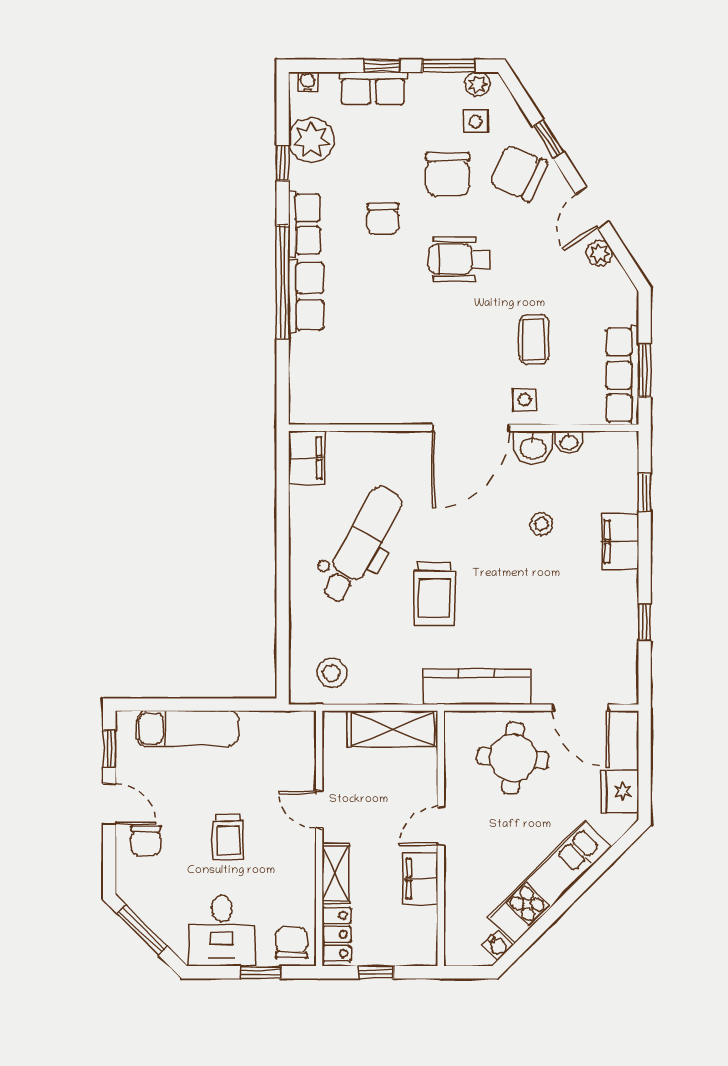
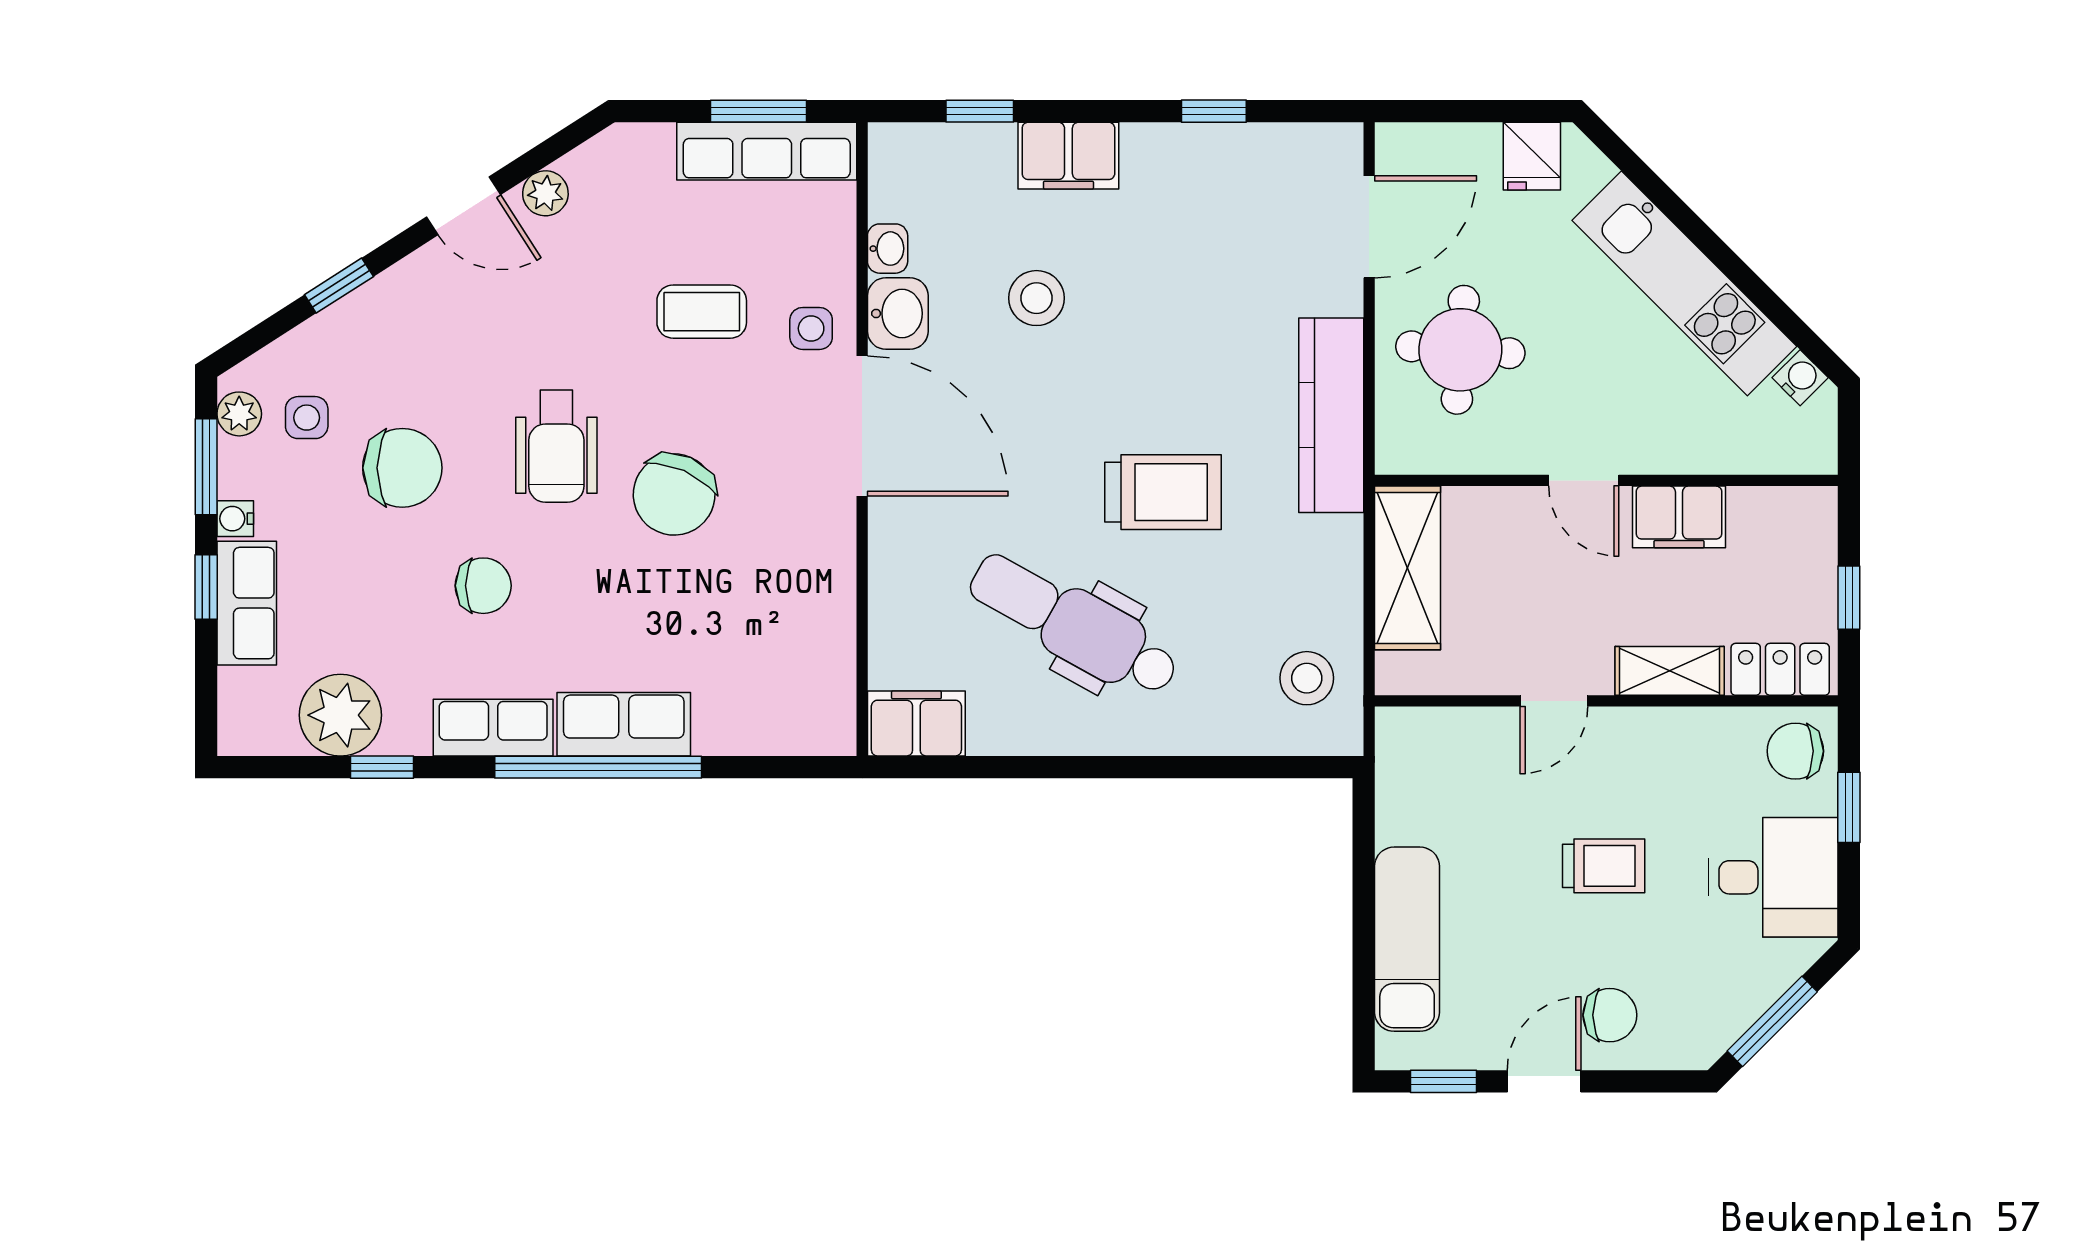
water cooler: (308, 82) -> (235, 519), moved
chair: (518, 173) -> (674, 495), moved
stool: (541, 524) -> (1036, 298), width x1.37, depth x1.37
fridge: (620, 791) -> (1532, 156), width x0.72

